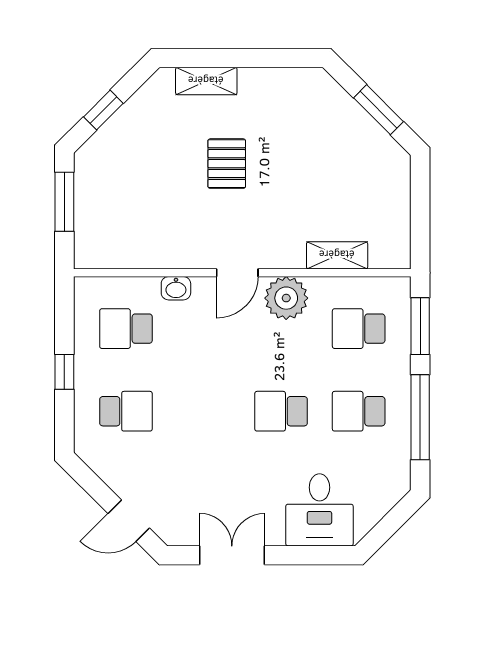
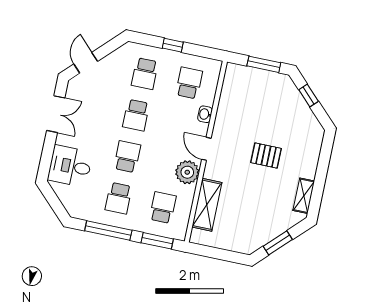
shelving: (206, 81) -> (304, 196), moved
shelving: (337, 255) -> (207, 205), width x1.50, depth x1.33
school desk: (204, 411) -> (136, 115), added
school desk: (359, 411) -> (119, 198), turned 180

